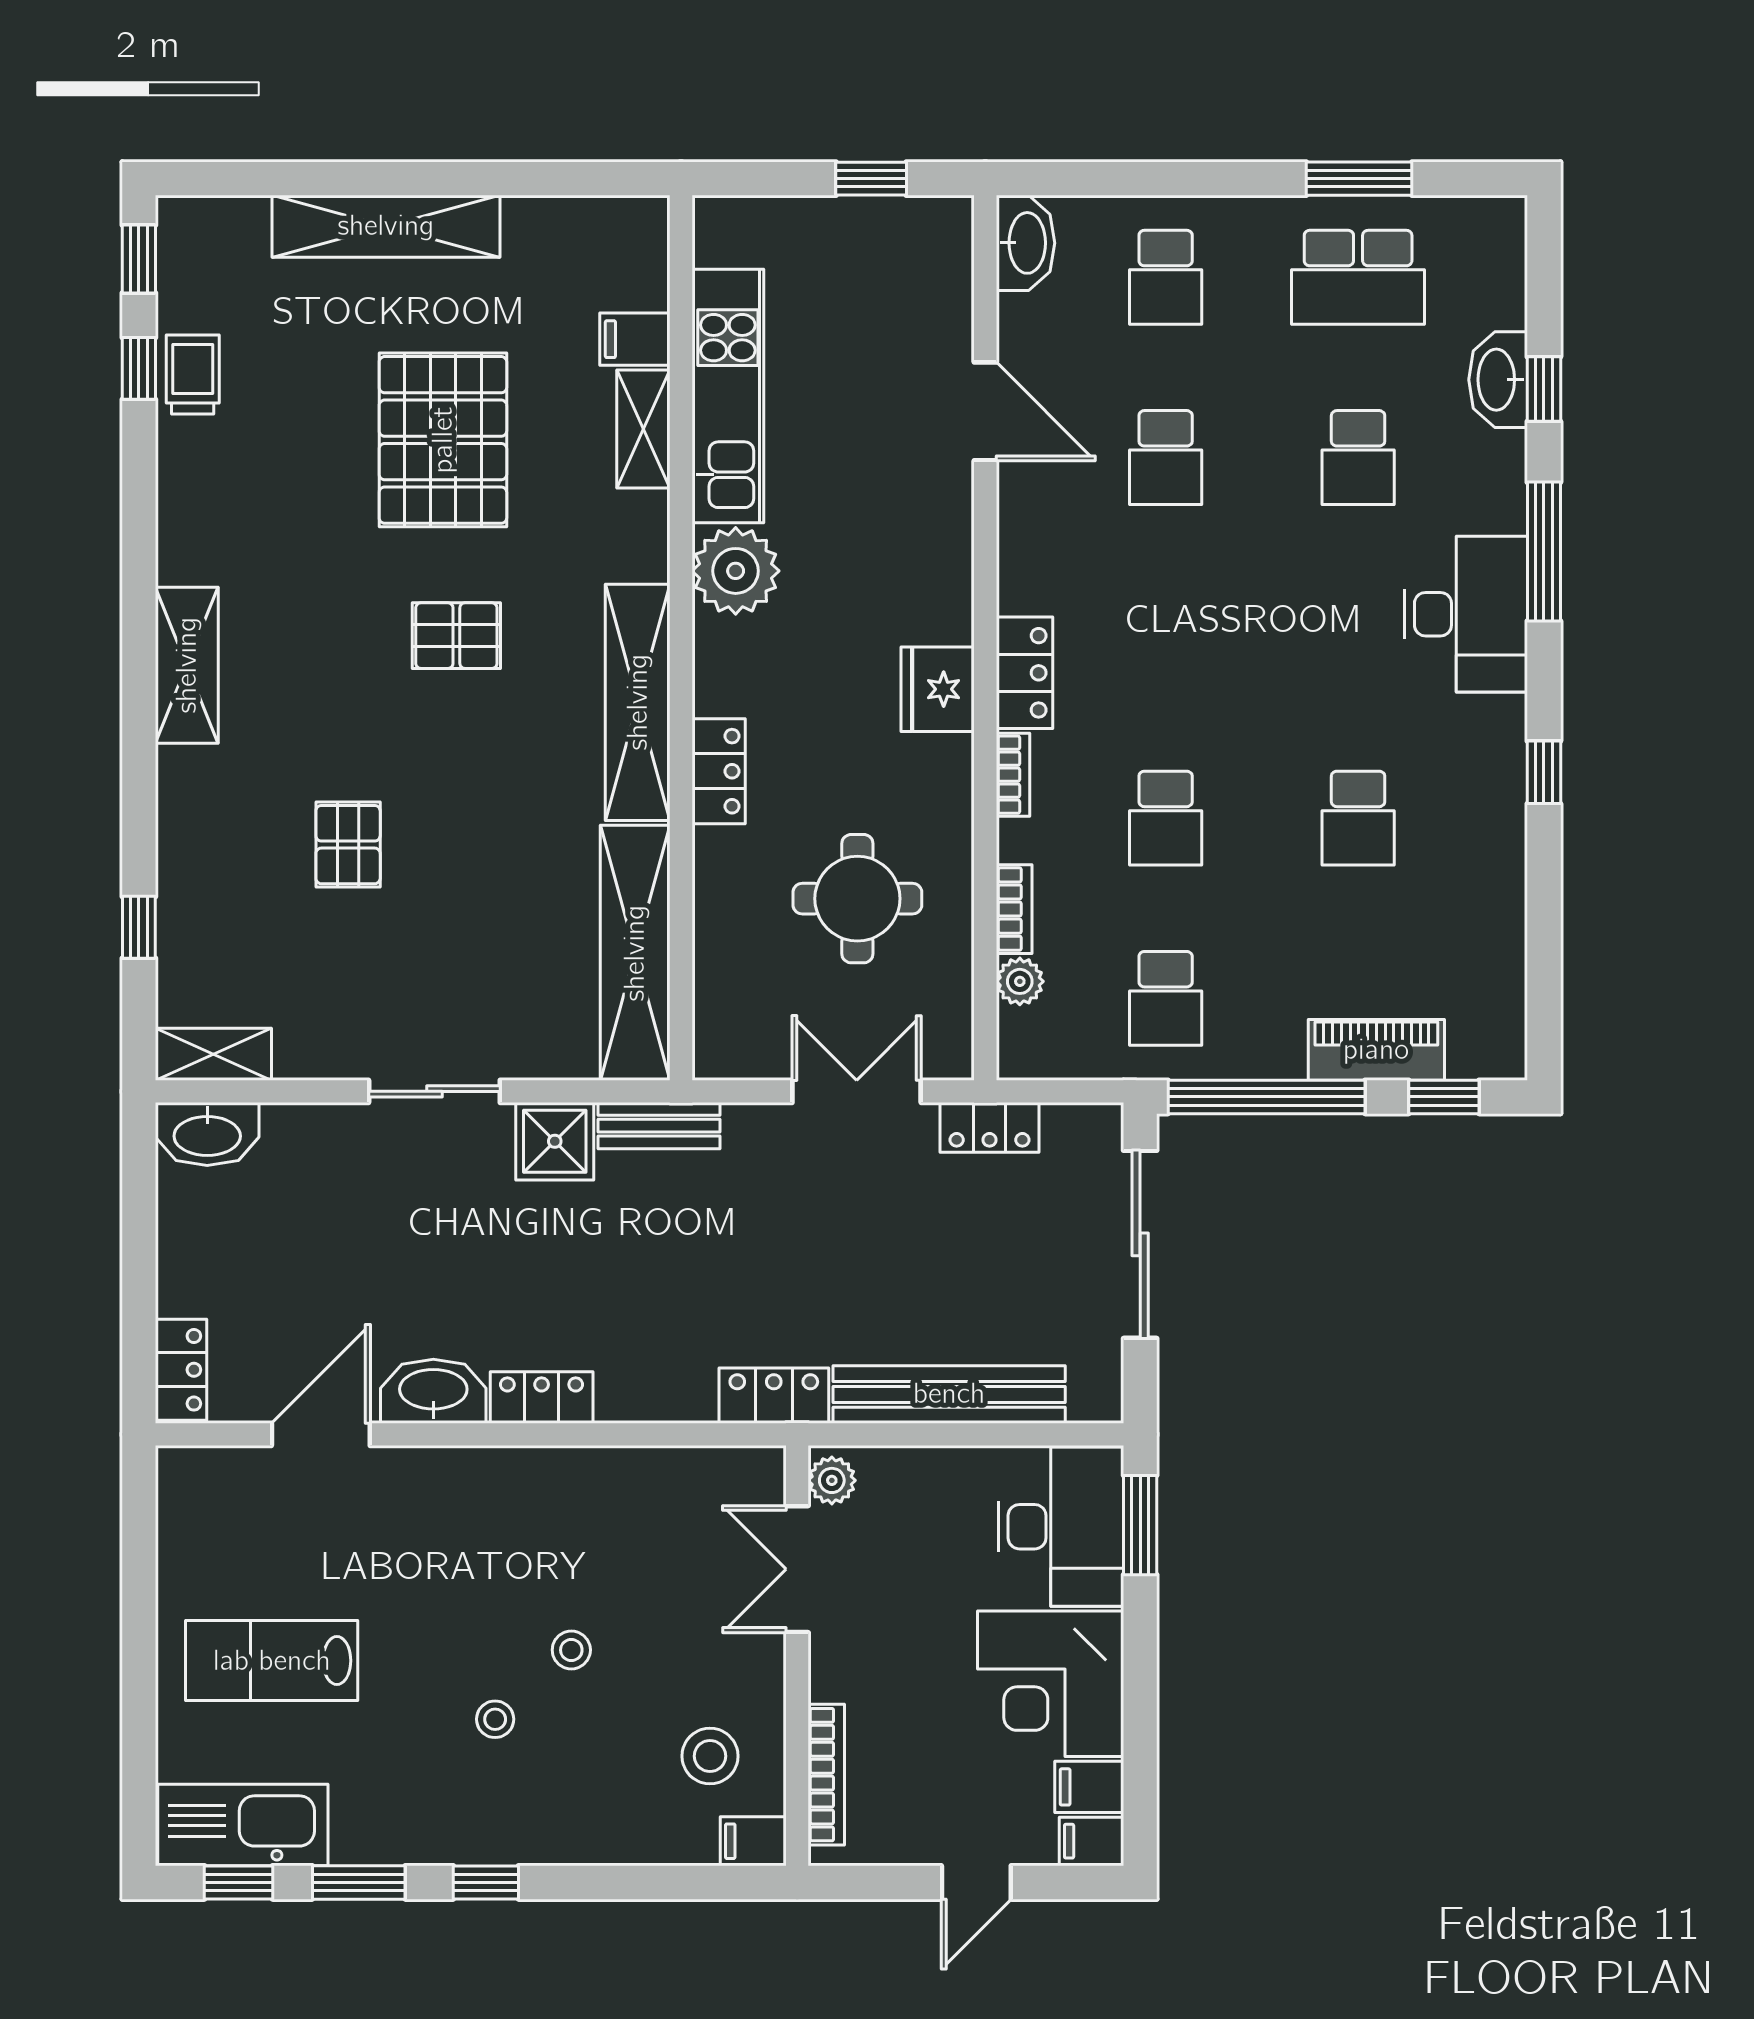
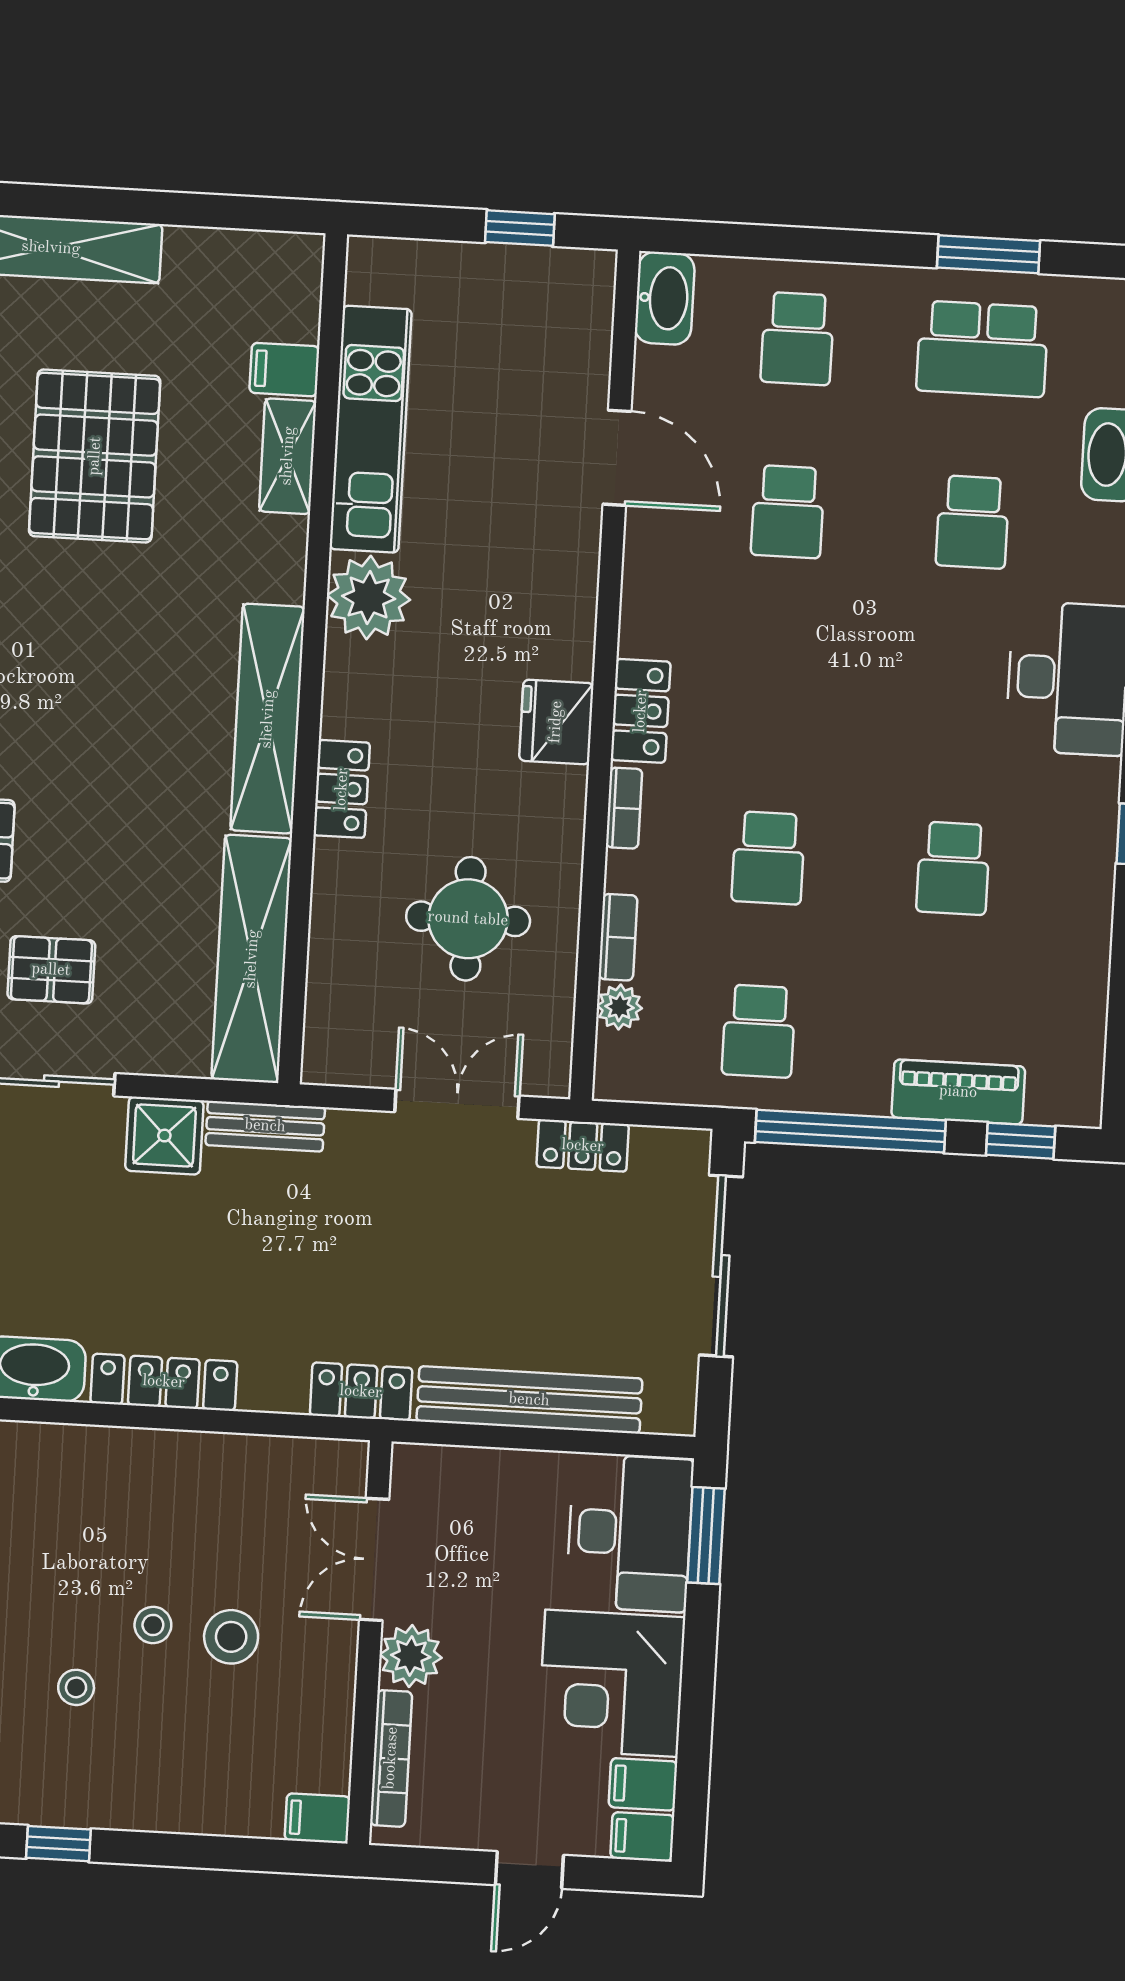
pallet: (456, 636) -> (51, 970), moved
locker: (542, 1397) -> (164, 1382), width x1.53
plant: (832, 1480) -> (411, 1656), moved, width x1.38, depth x1.38
stool: (710, 1756) -> (231, 1637), moved

